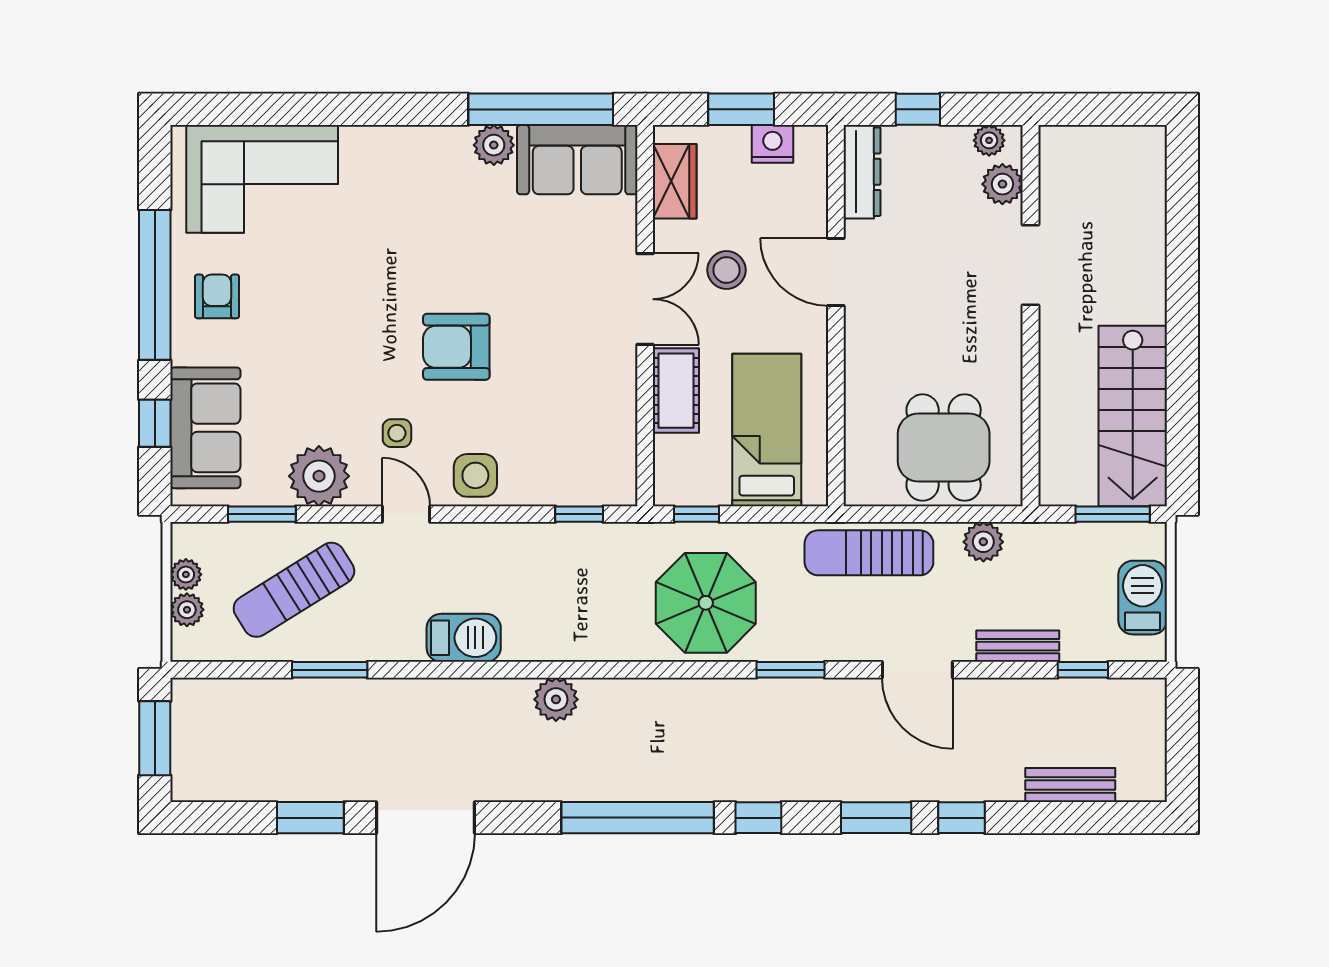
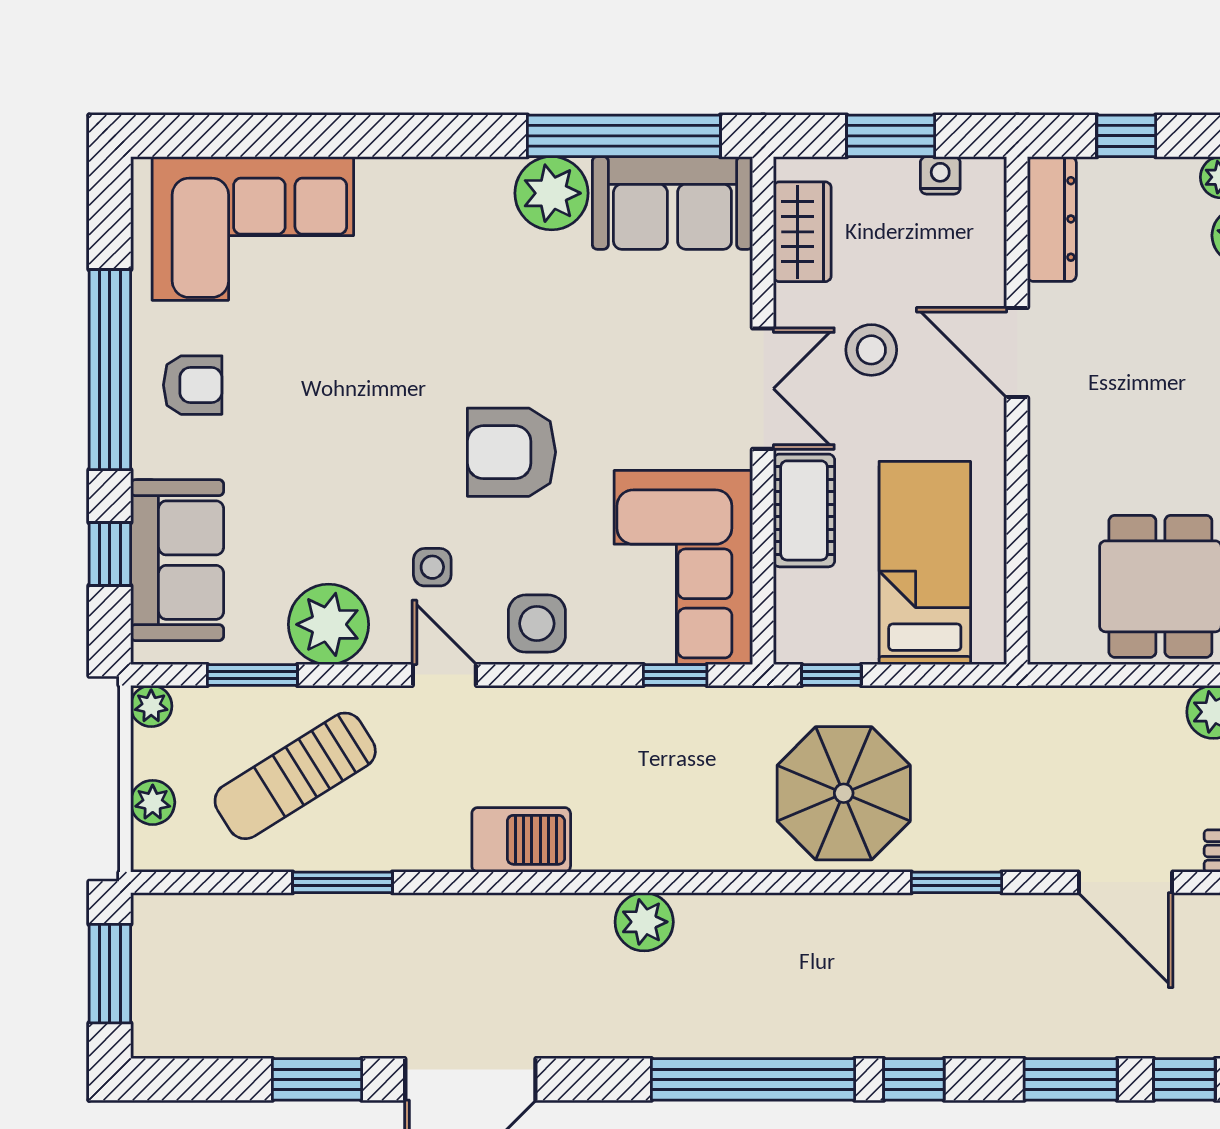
nightstand: (772, 144) -> (940, 175), width x0.72, depth x0.74
plant: (494, 145) -> (552, 193), width x1.36, depth x1.36
armchair: (217, 296) -> (193, 385), turned 90
corner sofa: (585, 433) -> (683, 568), added
sun lounger: (869, 553) -> (1061, 727), removed
plant: (186, 574) -> (151, 706), moved

